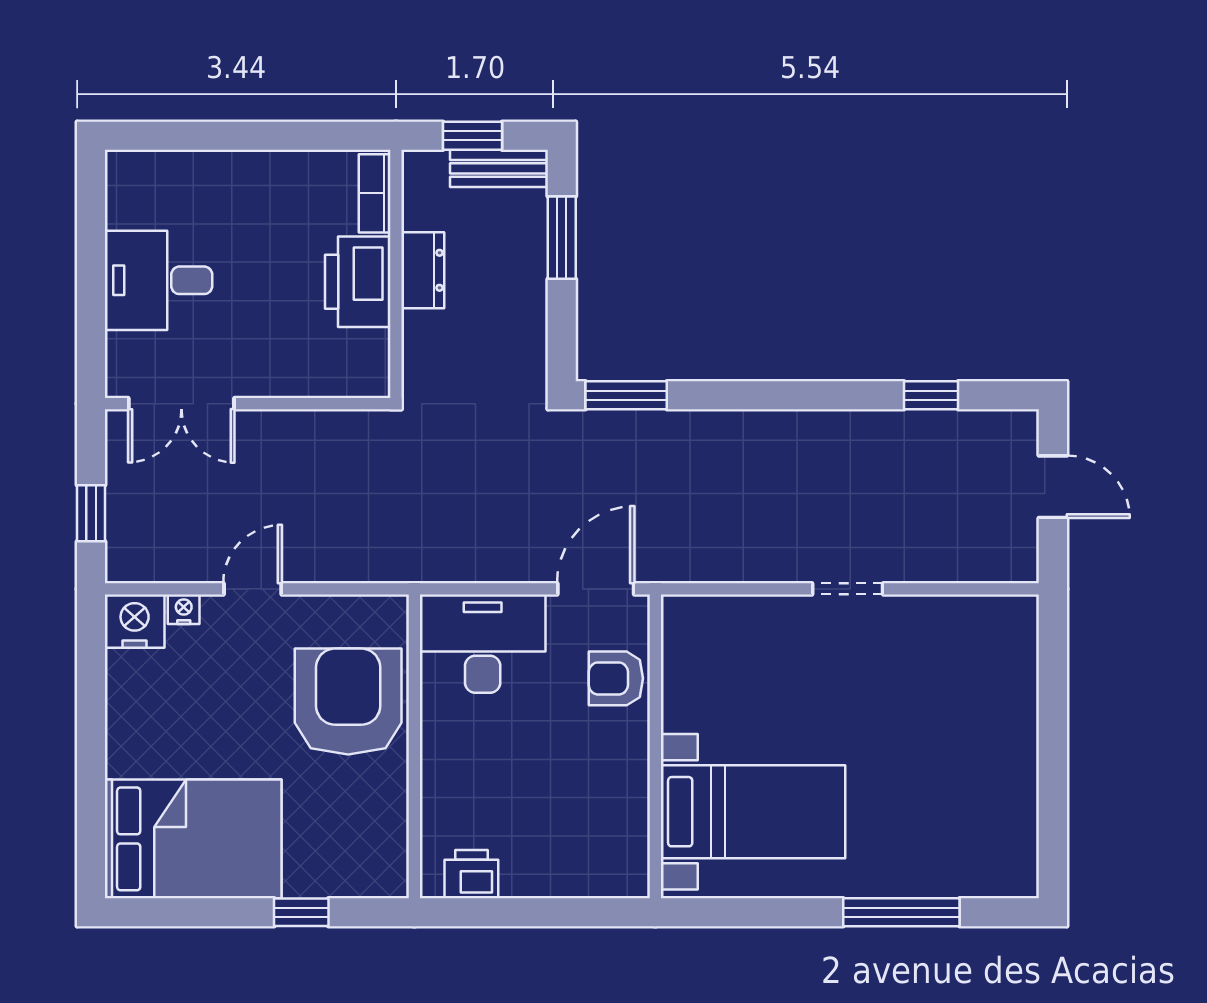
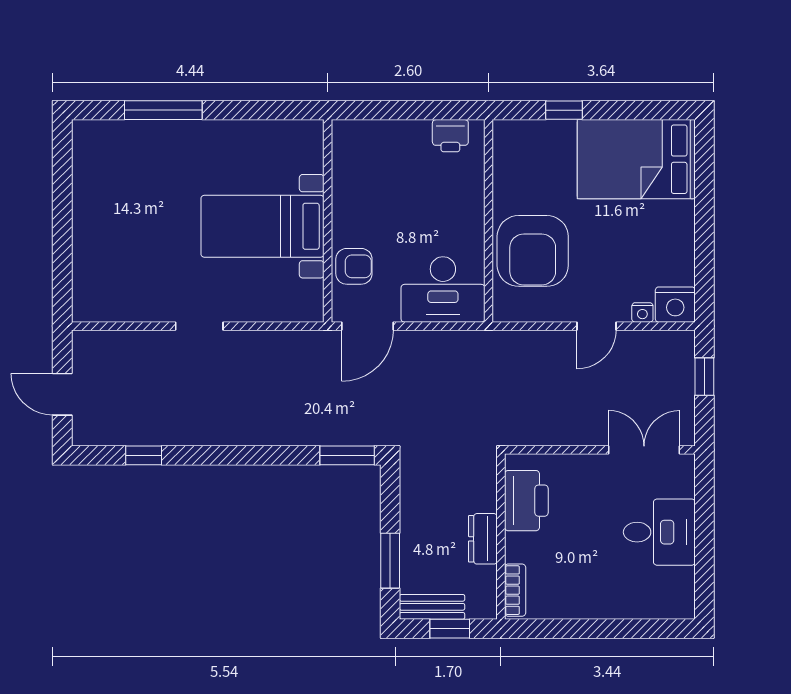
printer: (358, 282) -> (526, 501), moved
bed with nightstands: (753, 812) -> (262, 226), moved

